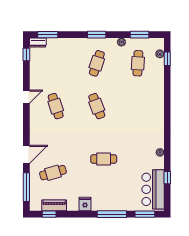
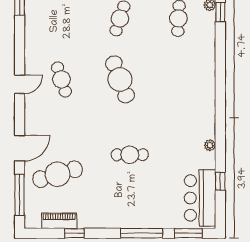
door: (26, 97) -> (20, 84), moved
cafe table: (97, 106) -> (120, 79), width x1.37, depth x1.35
cafe table: (53, 173) -> (58, 174), width x1.37, depth x1.35
fridge: (85, 204) -> (103, 219), removed
window: (49, 214) -> (74, 233), moved

